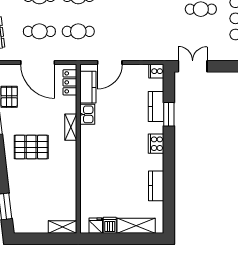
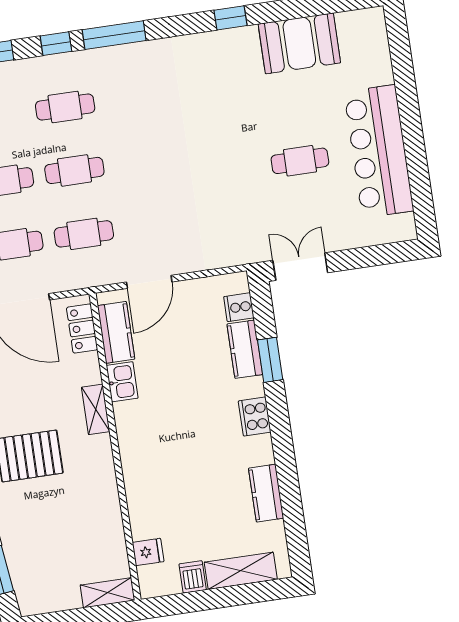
cooker: (156, 71) -> (239, 307), moved
fridge: (96, 226) -> (148, 552), moved, turned 90

